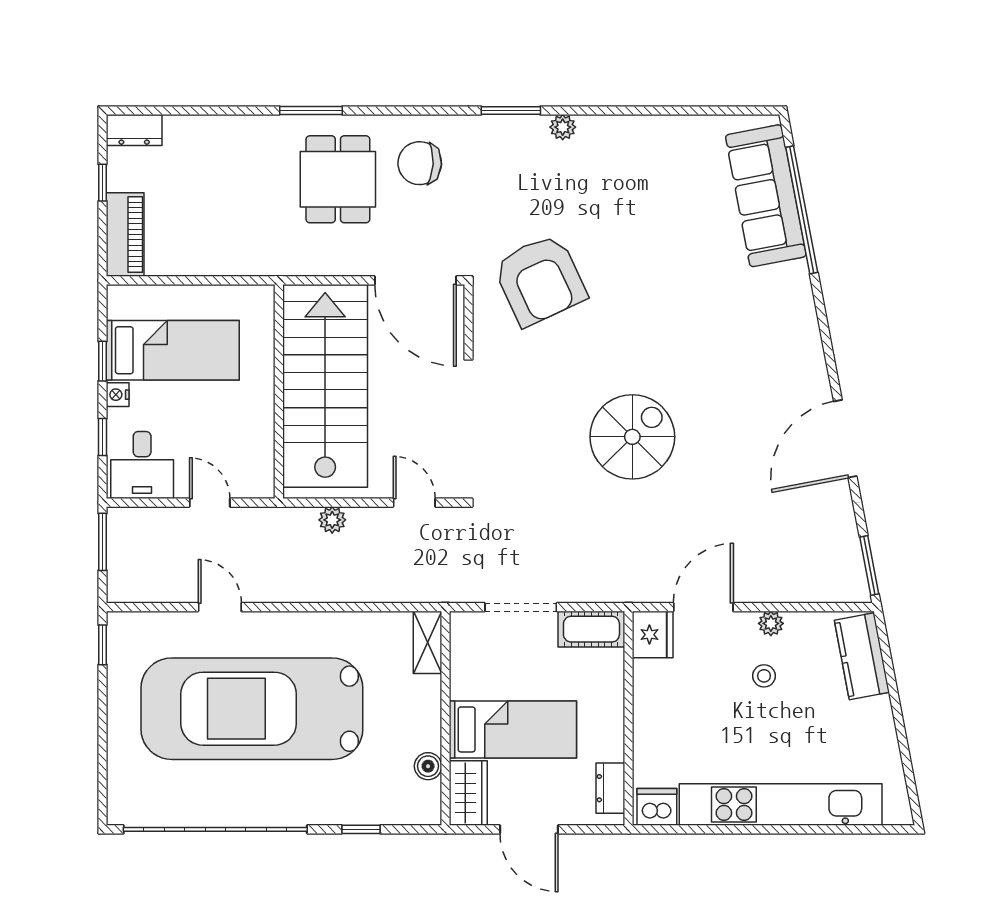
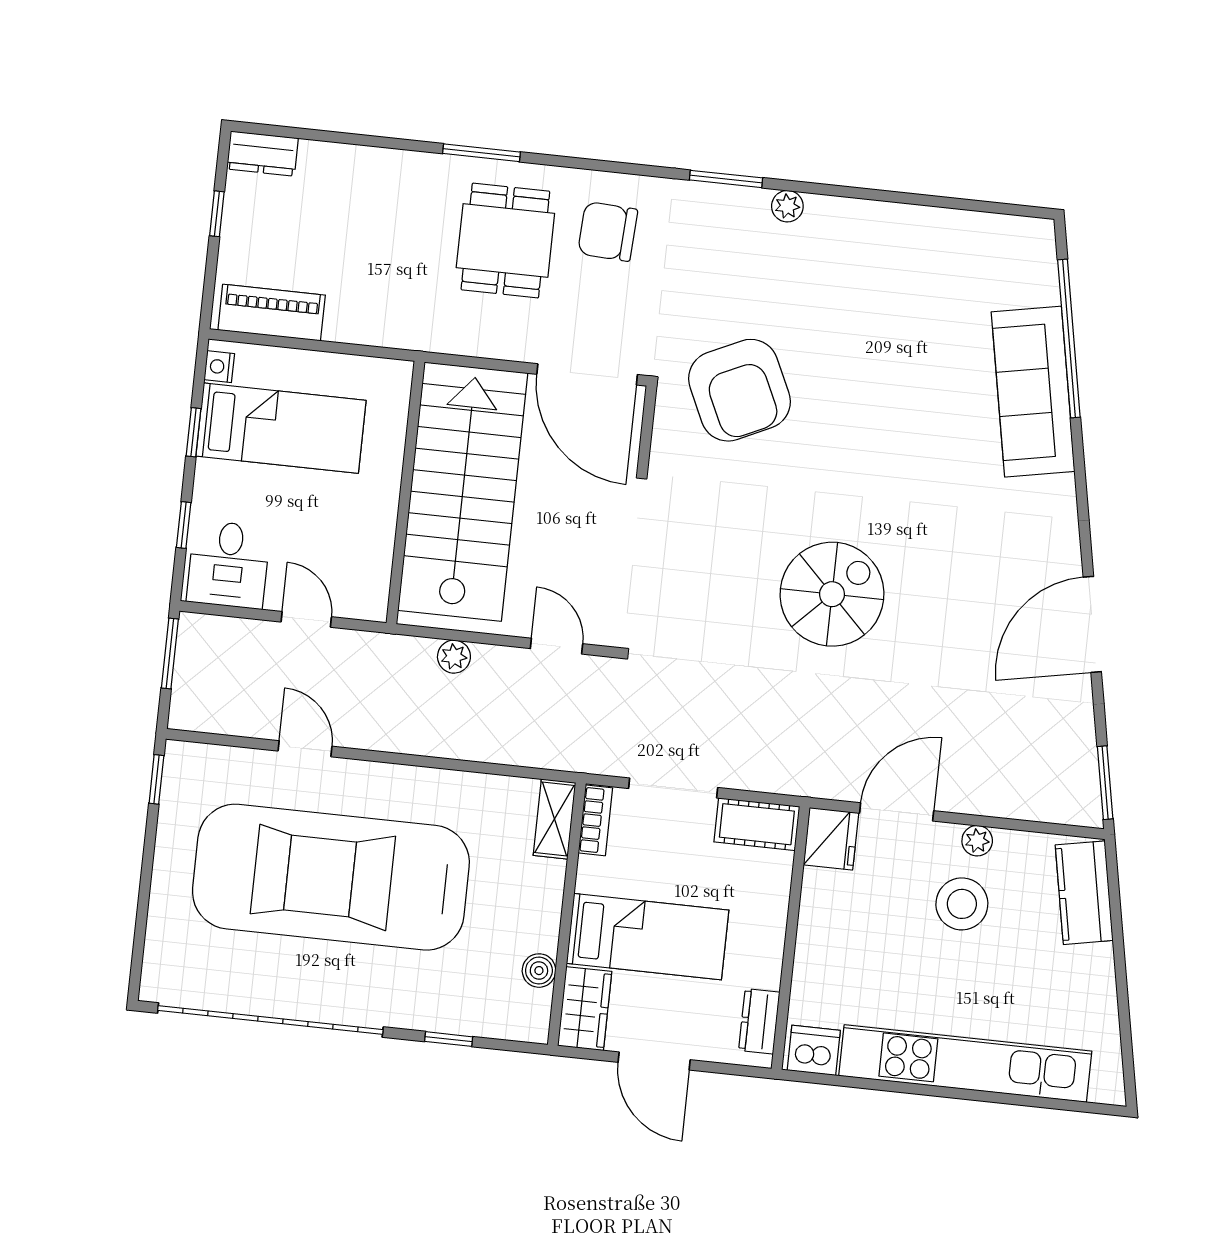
sofa: (766, 196) -> (1033, 392), moved
piano: (125, 234) -> (272, 313), moved, turned -90
nightstand: (118, 395) -> (219, 367), moved
bookcase: (461, 640) -> (595, 820), added
stool: (764, 676) -> (962, 904), width x1.89, depth x1.89

